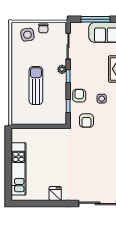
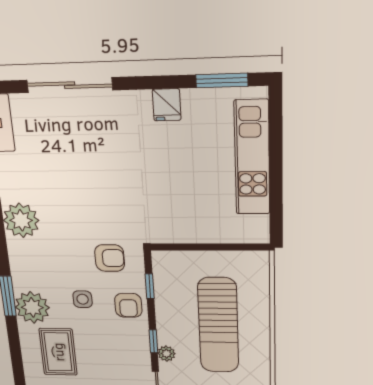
sun lounger: (36, 85) -> (218, 325), width x1.36, depth x1.34
armchair: (86, 121) -> (110, 258), turned 90
window: (31, 203) -> (222, 80), added

